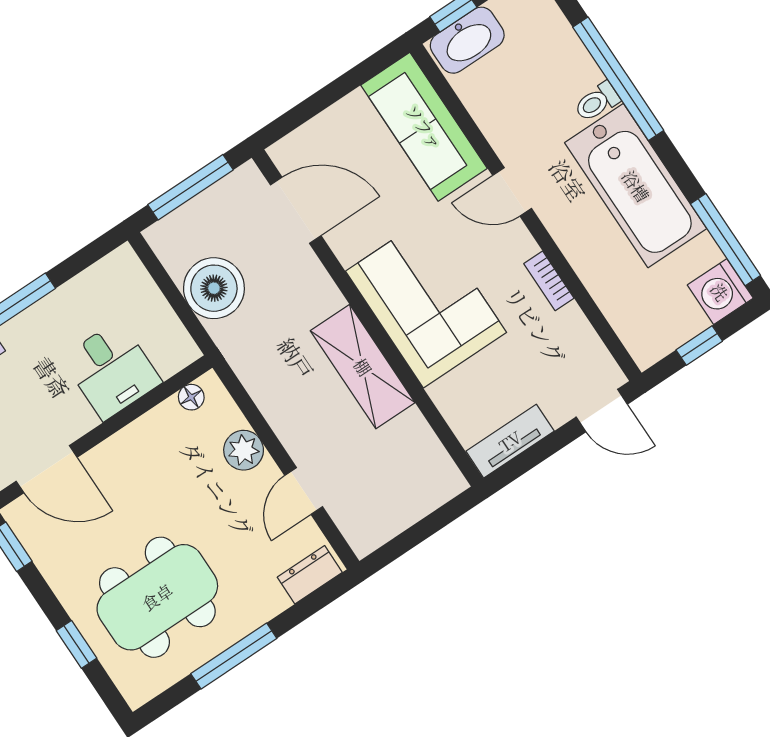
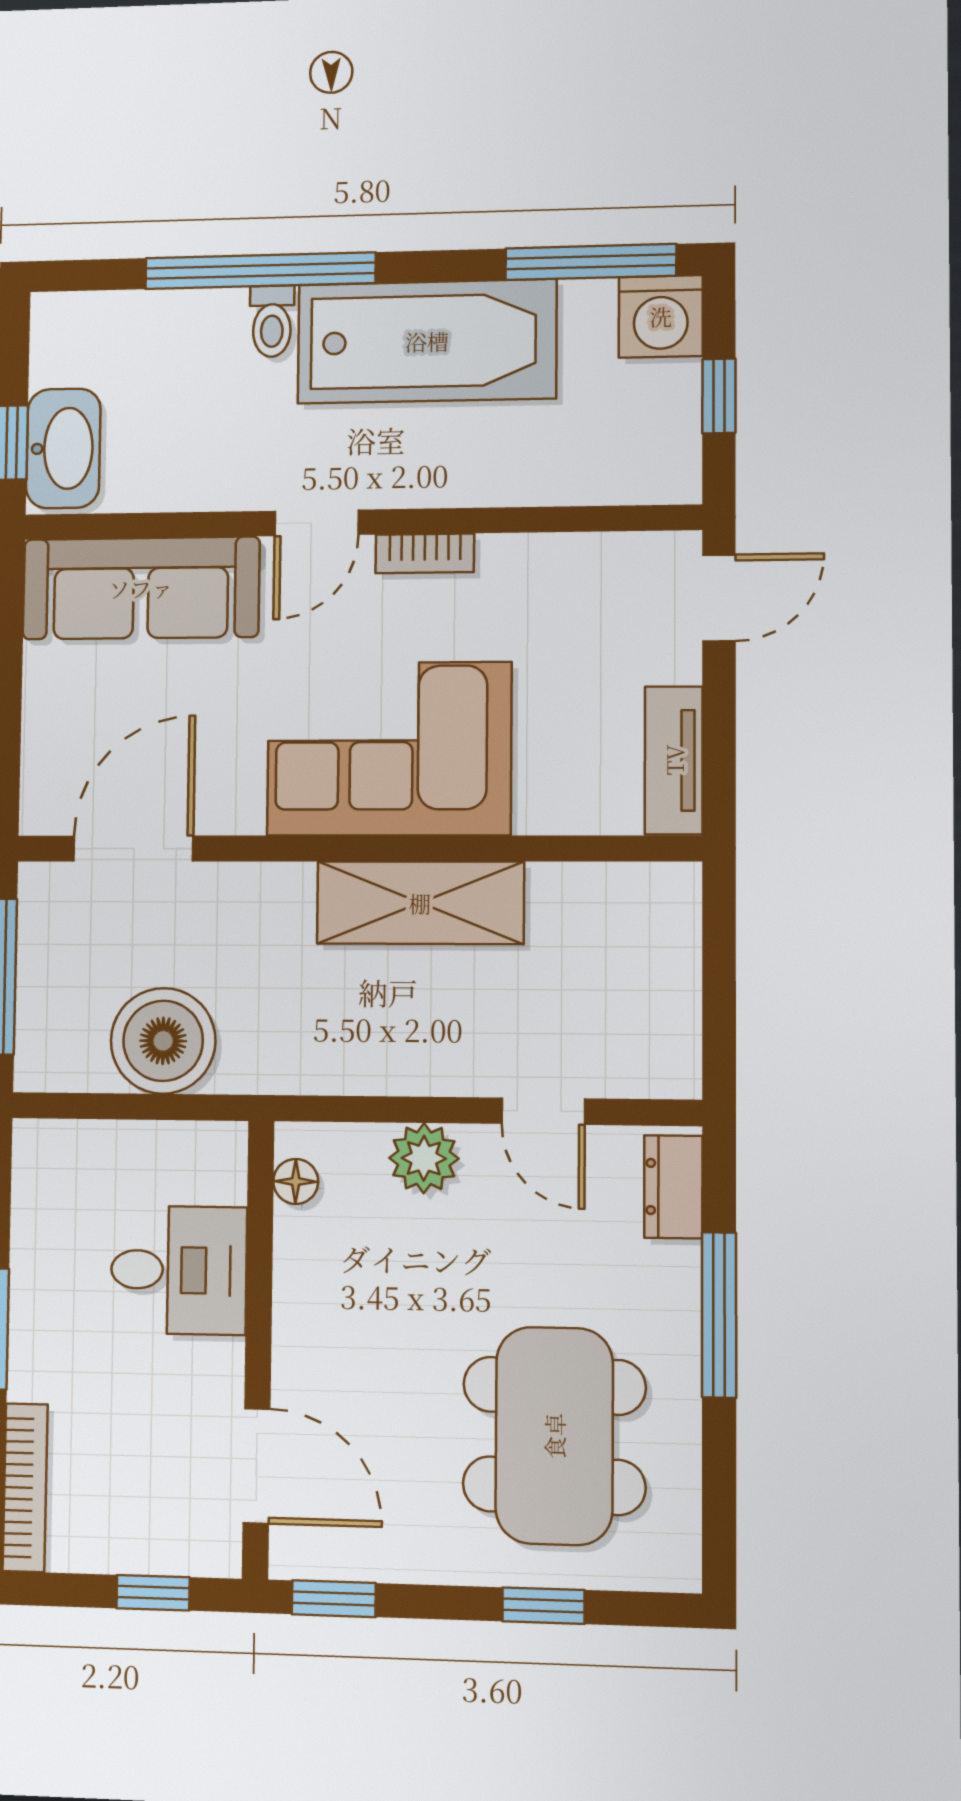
bookcase: (549, 281) -> (425, 553), moved
door: (47, 469) -> (257, 1466), hinge flipped
window: (234, 656) -> (719, 1315), moved

